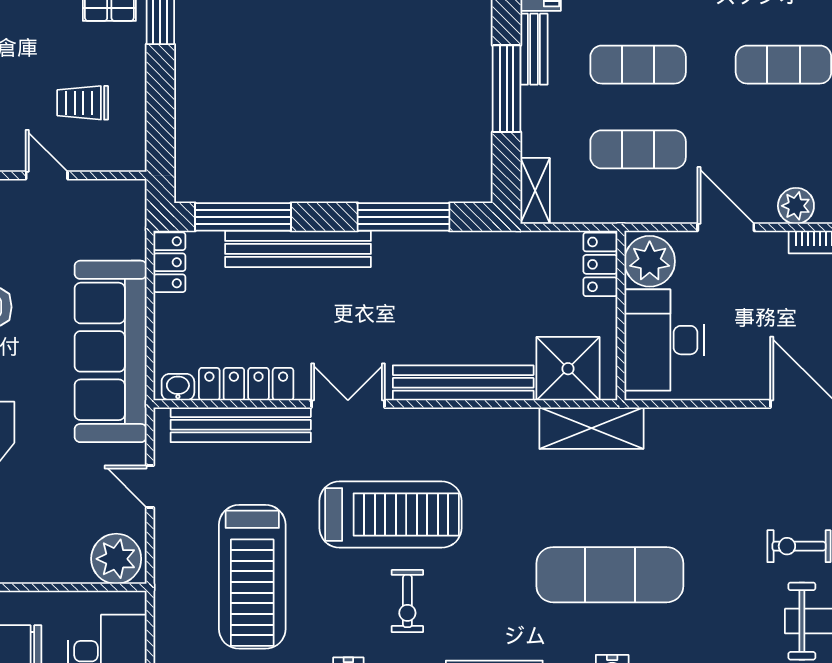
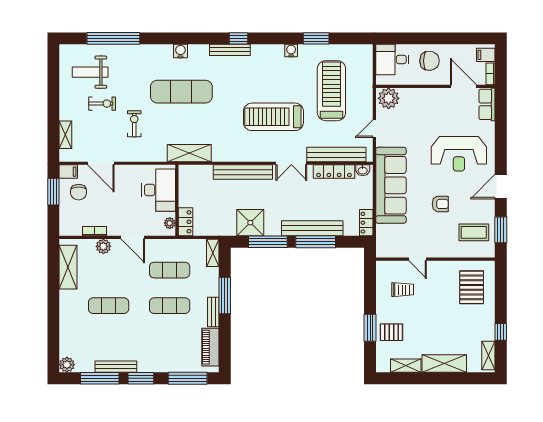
window: (243, 217) -> (316, 242), moved
plant: (650, 261) -> (170, 223), width x0.53, depth x0.53
shower: (568, 369) -> (250, 223), moved
door: (150, 487) -> (374, 129), swing flipped
exercise bike: (407, 601) -> (134, 124), moved

